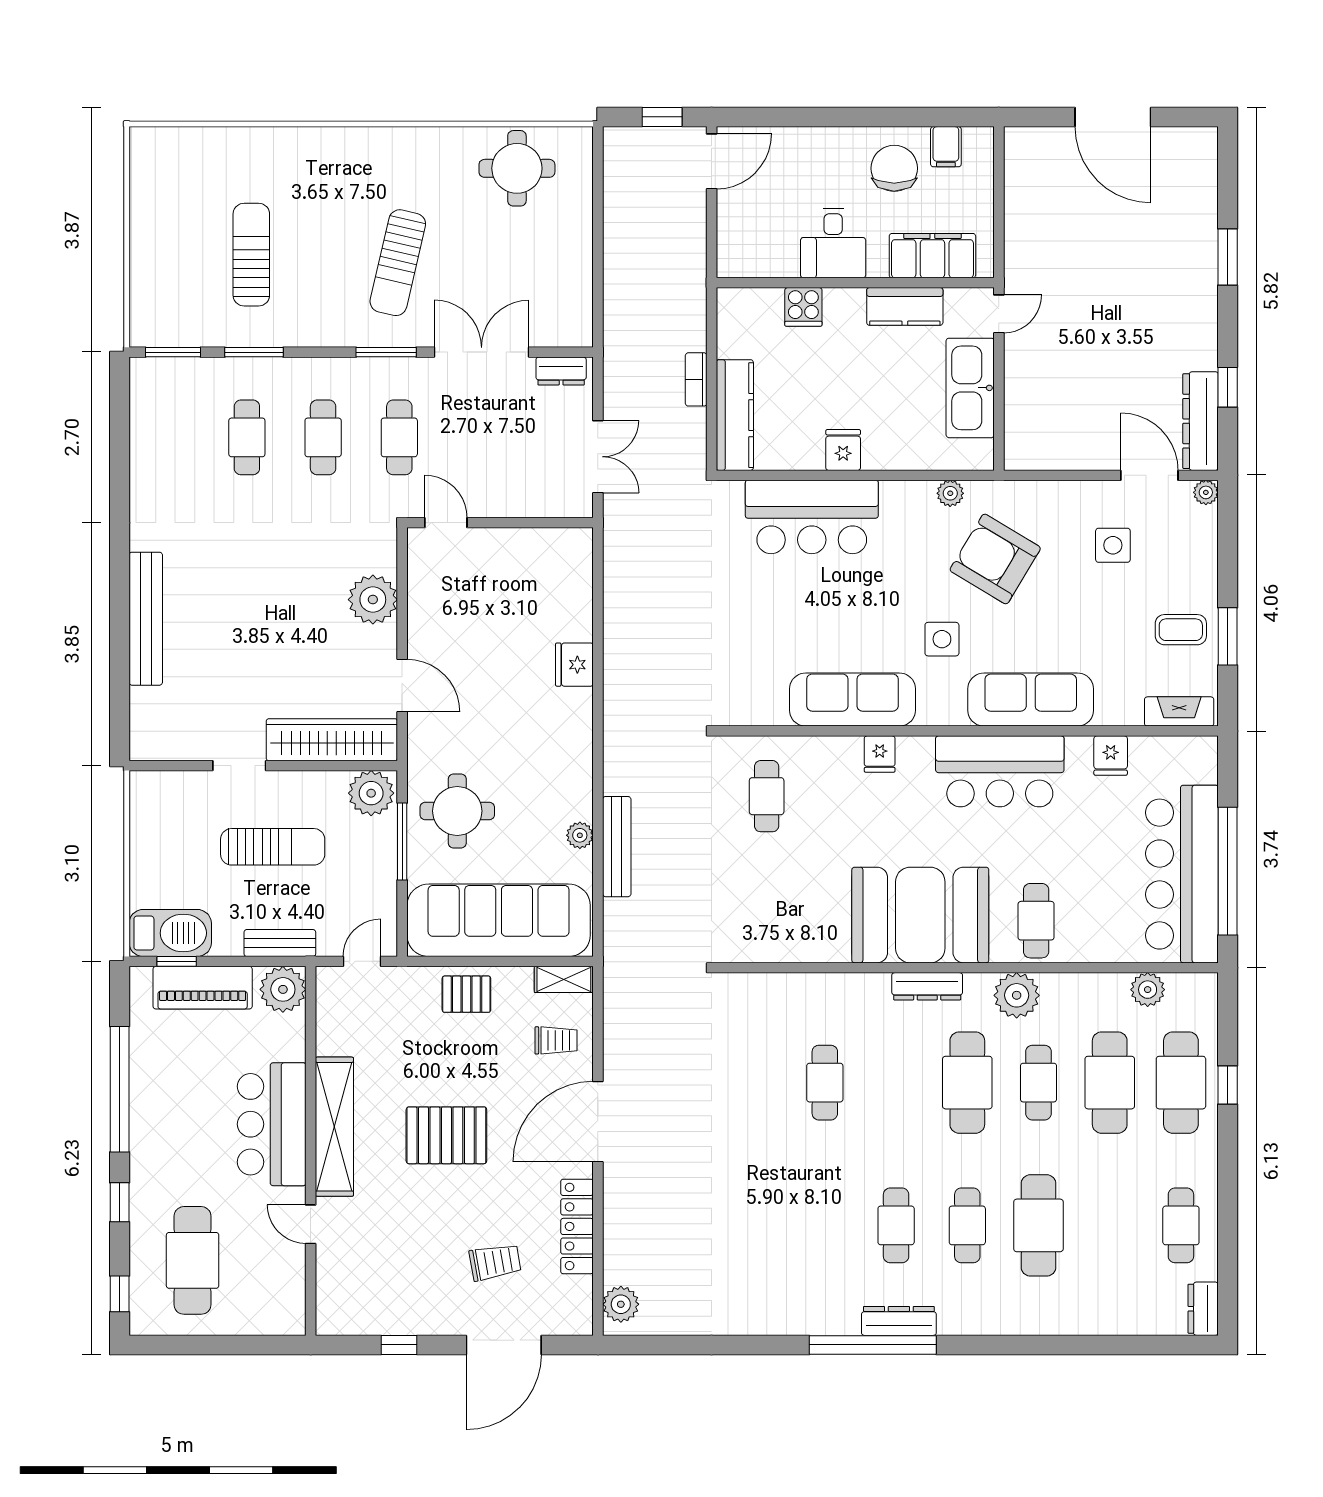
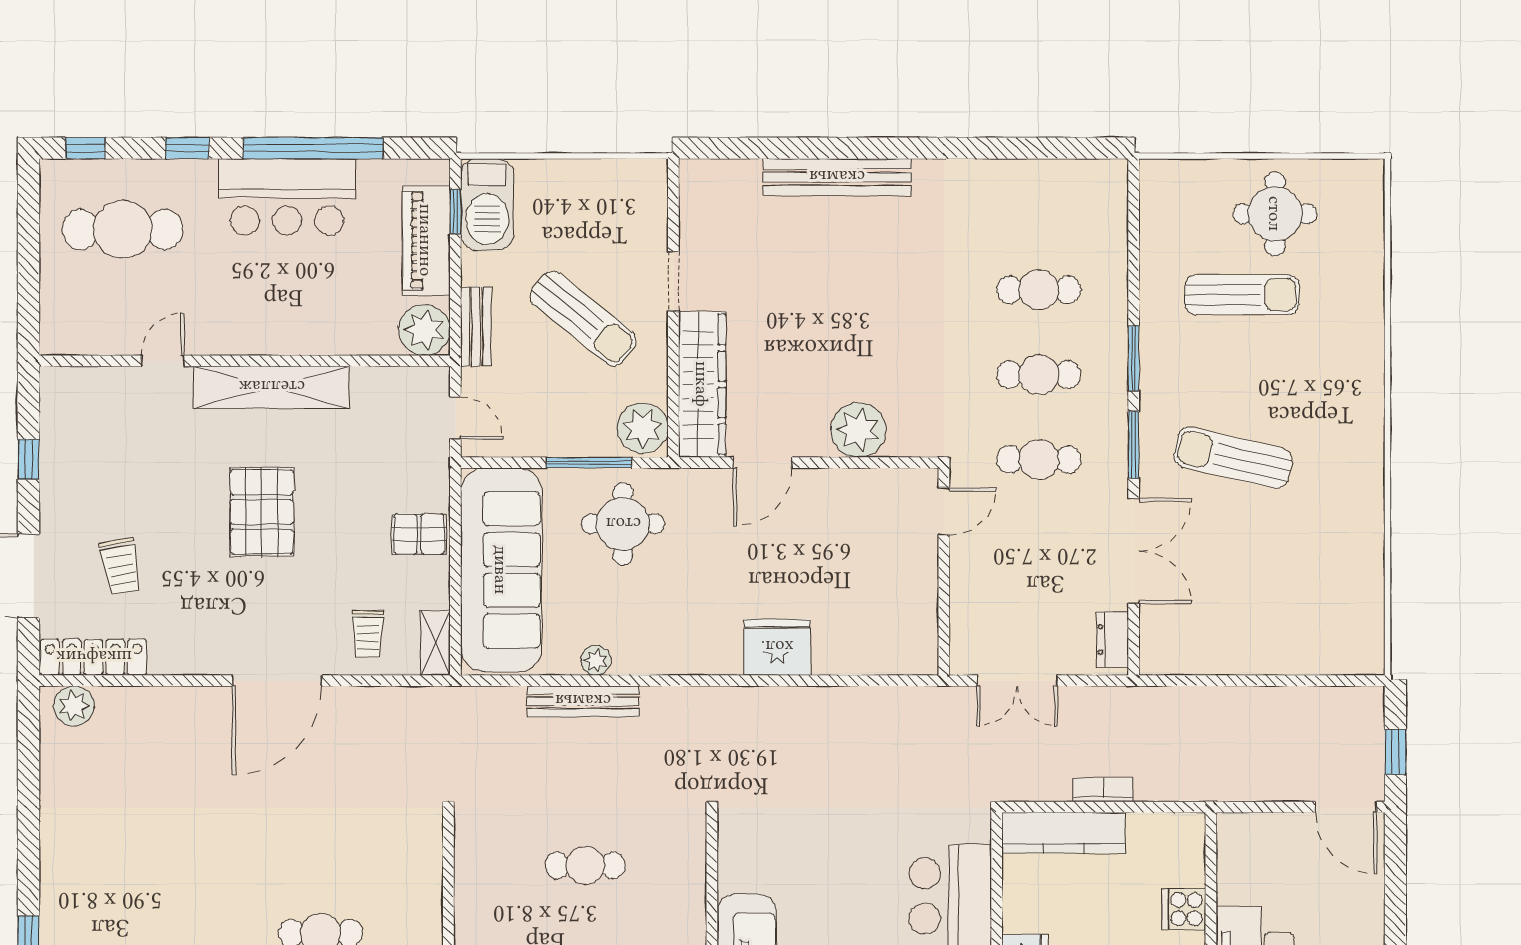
round table: (517, 168) -> (1275, 214), moved
window: (173, 352) -> (1134, 208), removed
window: (254, 352) -> (1134, 358), moved
fridge: (574, 665) -> (777, 647), width x1.36, depth x1.34
cafe table: (767, 796) -> (585, 865), moved
sun lounger: (273, 847) -> (583, 318), turned -51
pallet: (466, 994) -> (419, 534), turned 90
door: (598, 1122) -> (277, 681), swing flipped
bar counter: (272, 1124) -> (287, 197), moved, turned 180
locker: (577, 1226) -> (94, 657), moved

